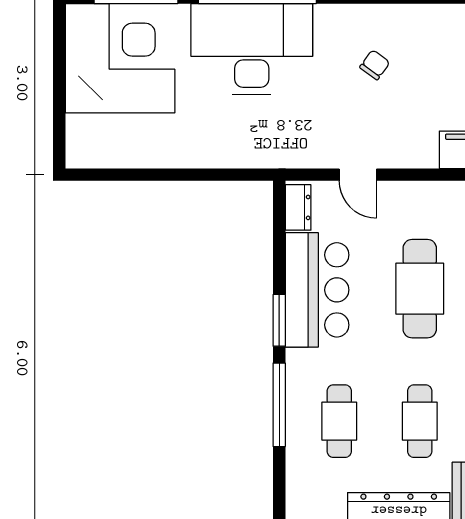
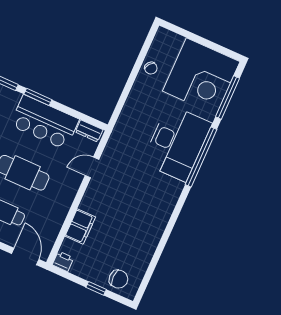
chair: (375, 65) -> (151, 68), moved

